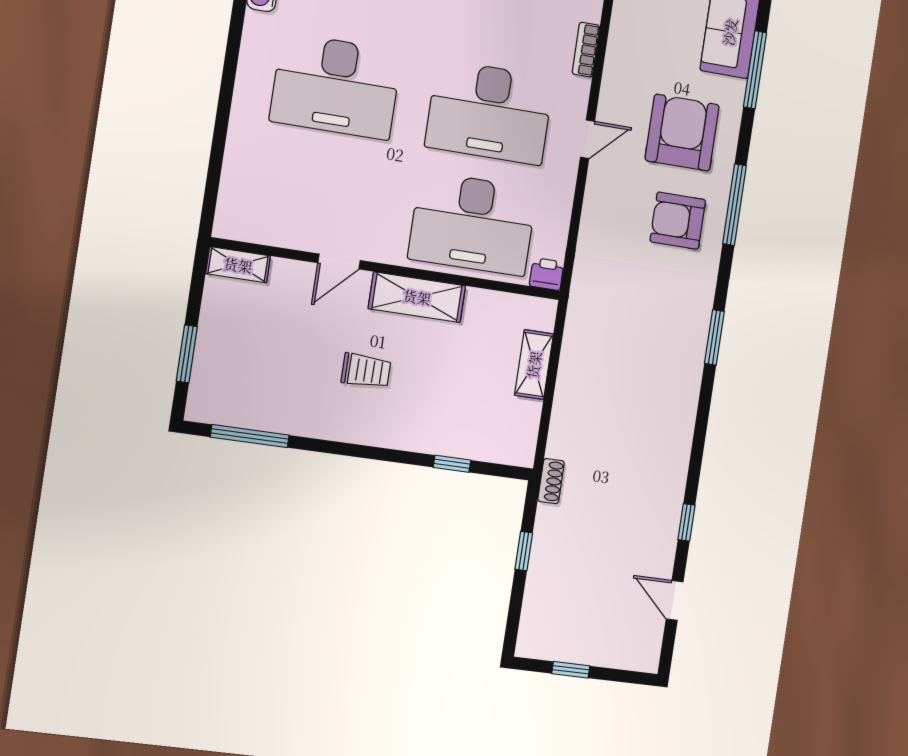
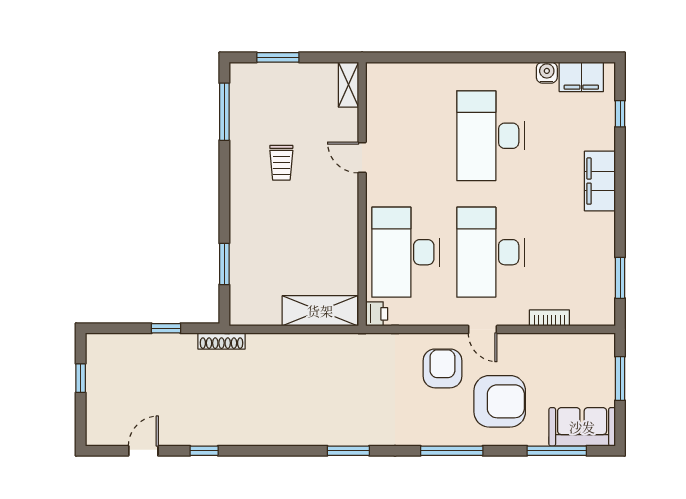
armchair: (678, 221) -> (442, 368), moved
shelving: (417, 297) -> (345, 219), removed
shelving: (534, 365) -> (320, 311), width x1.50, depth x1.33
trolley: (366, 371) -> (281, 163), moved
window: (452, 464) -> (224, 264), width x1.50
shoe rack: (551, 481) -> (221, 341), width x1.43

